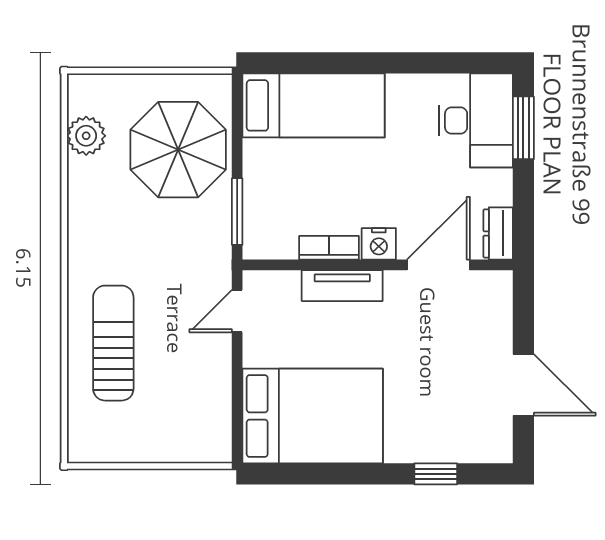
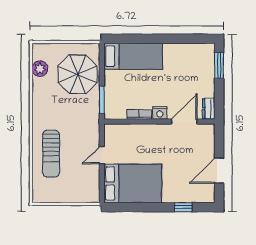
desk: (476, 120) -> (200, 62), removed
tv unit: (342, 286) -> (145, 130), removed
door: (237, 311) -> (102, 155), moved
sun lounger: (113, 343) -> (51, 154), turned 180
door: (523, 385) -> (219, 171), swing flipped

